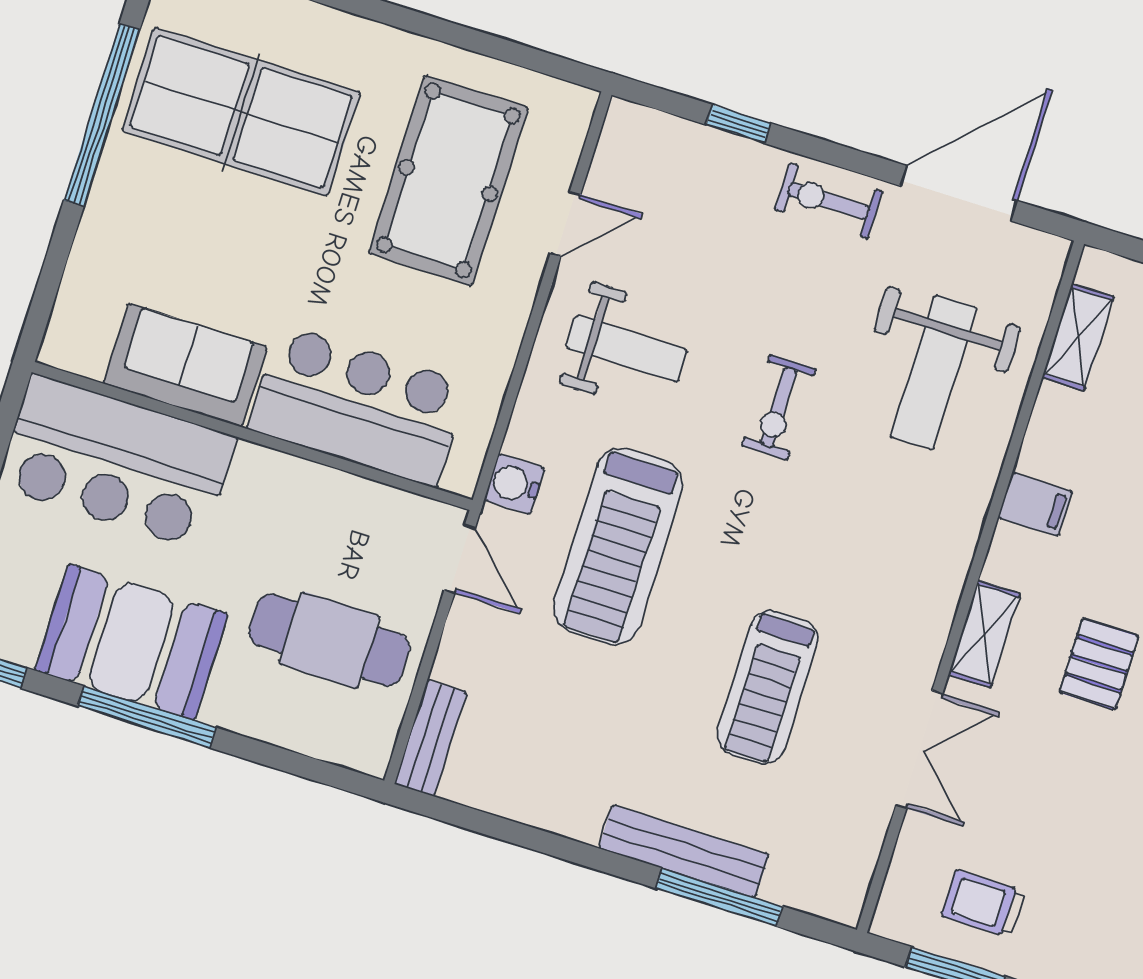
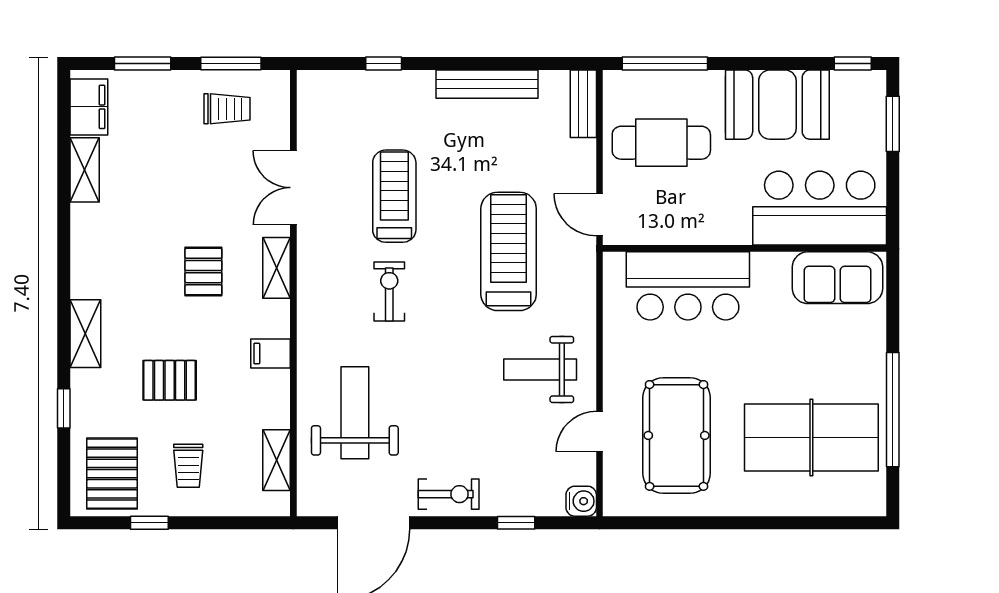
sofa: (185, 365) -> (837, 278), moved
exercise bike: (779, 407) -> (389, 292), moved
water cooler: (514, 484) -> (581, 501), moved
window: (147, 717) -> (665, 63), moved
bench: (684, 851) -> (487, 84), moved
window: (719, 897) -> (384, 63), width x0.46

